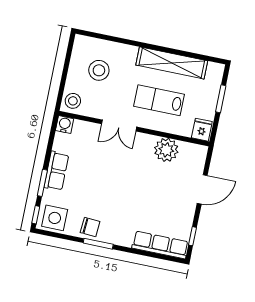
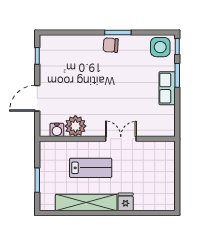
stool: (99, 70) -> (148, 183), removed
stool: (73, 101) -> (165, 152), removed
water cooler: (65, 125) -> (57, 130), moved
fridge: (202, 130) -> (126, 202), moved, turned 180
chair: (90, 227) -> (111, 45), moved
row of seats: (160, 245) -> (64, 42), removed

